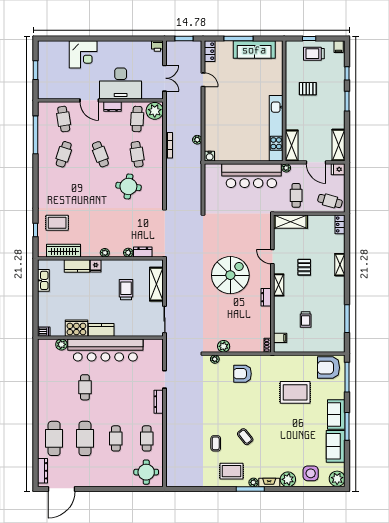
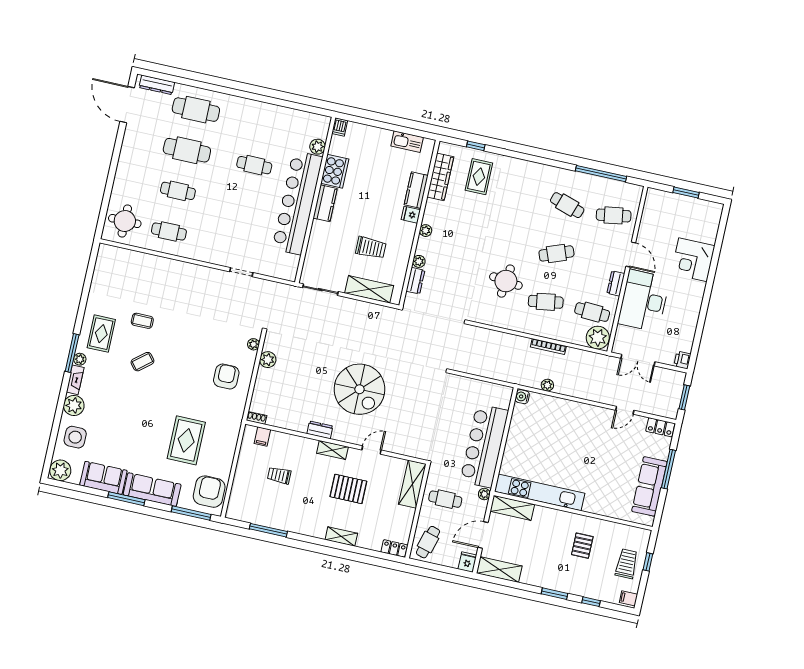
door: (89, 100) -> (631, 255), swing flipped
pallet: (304, 267) -> (348, 489), width x1.50, depth x1.42
dresser: (159, 402) -> (214, 258), removed
sofa: (336, 415) -> (152, 490), width x1.36

